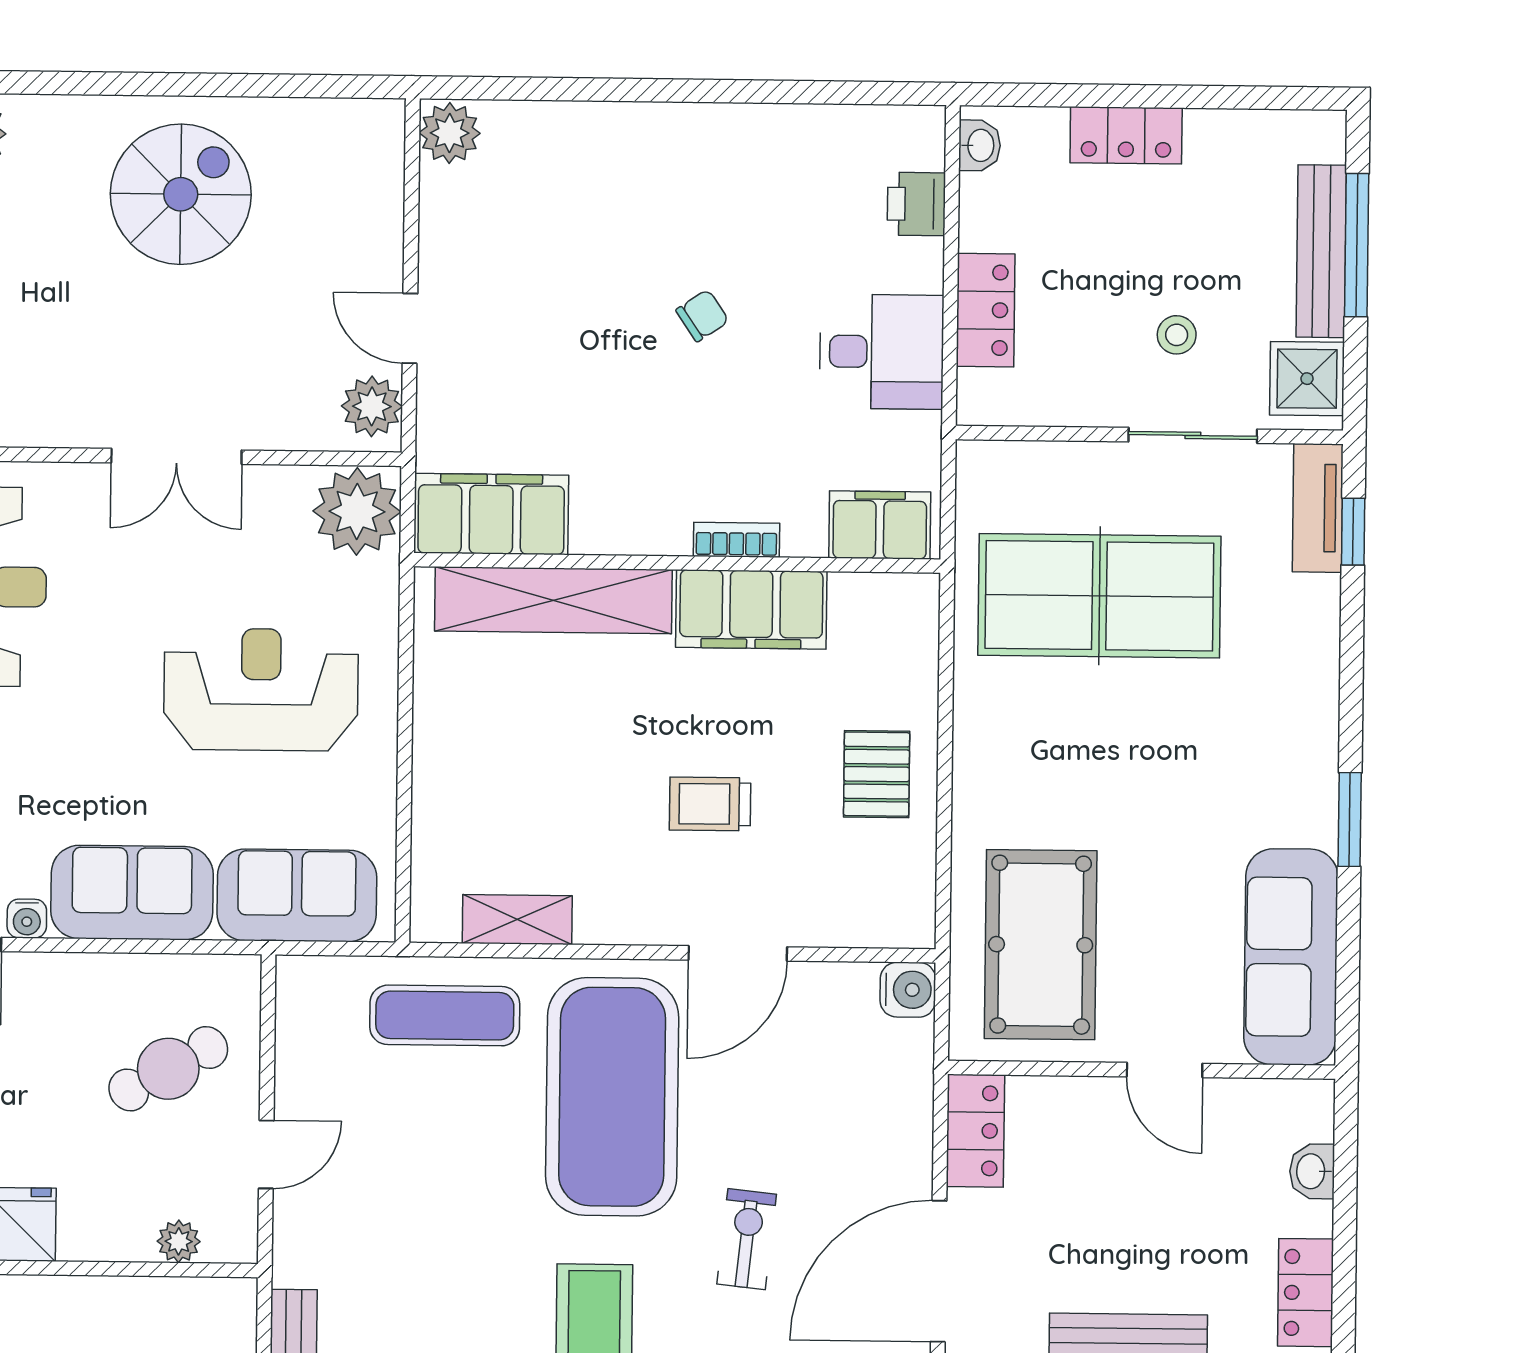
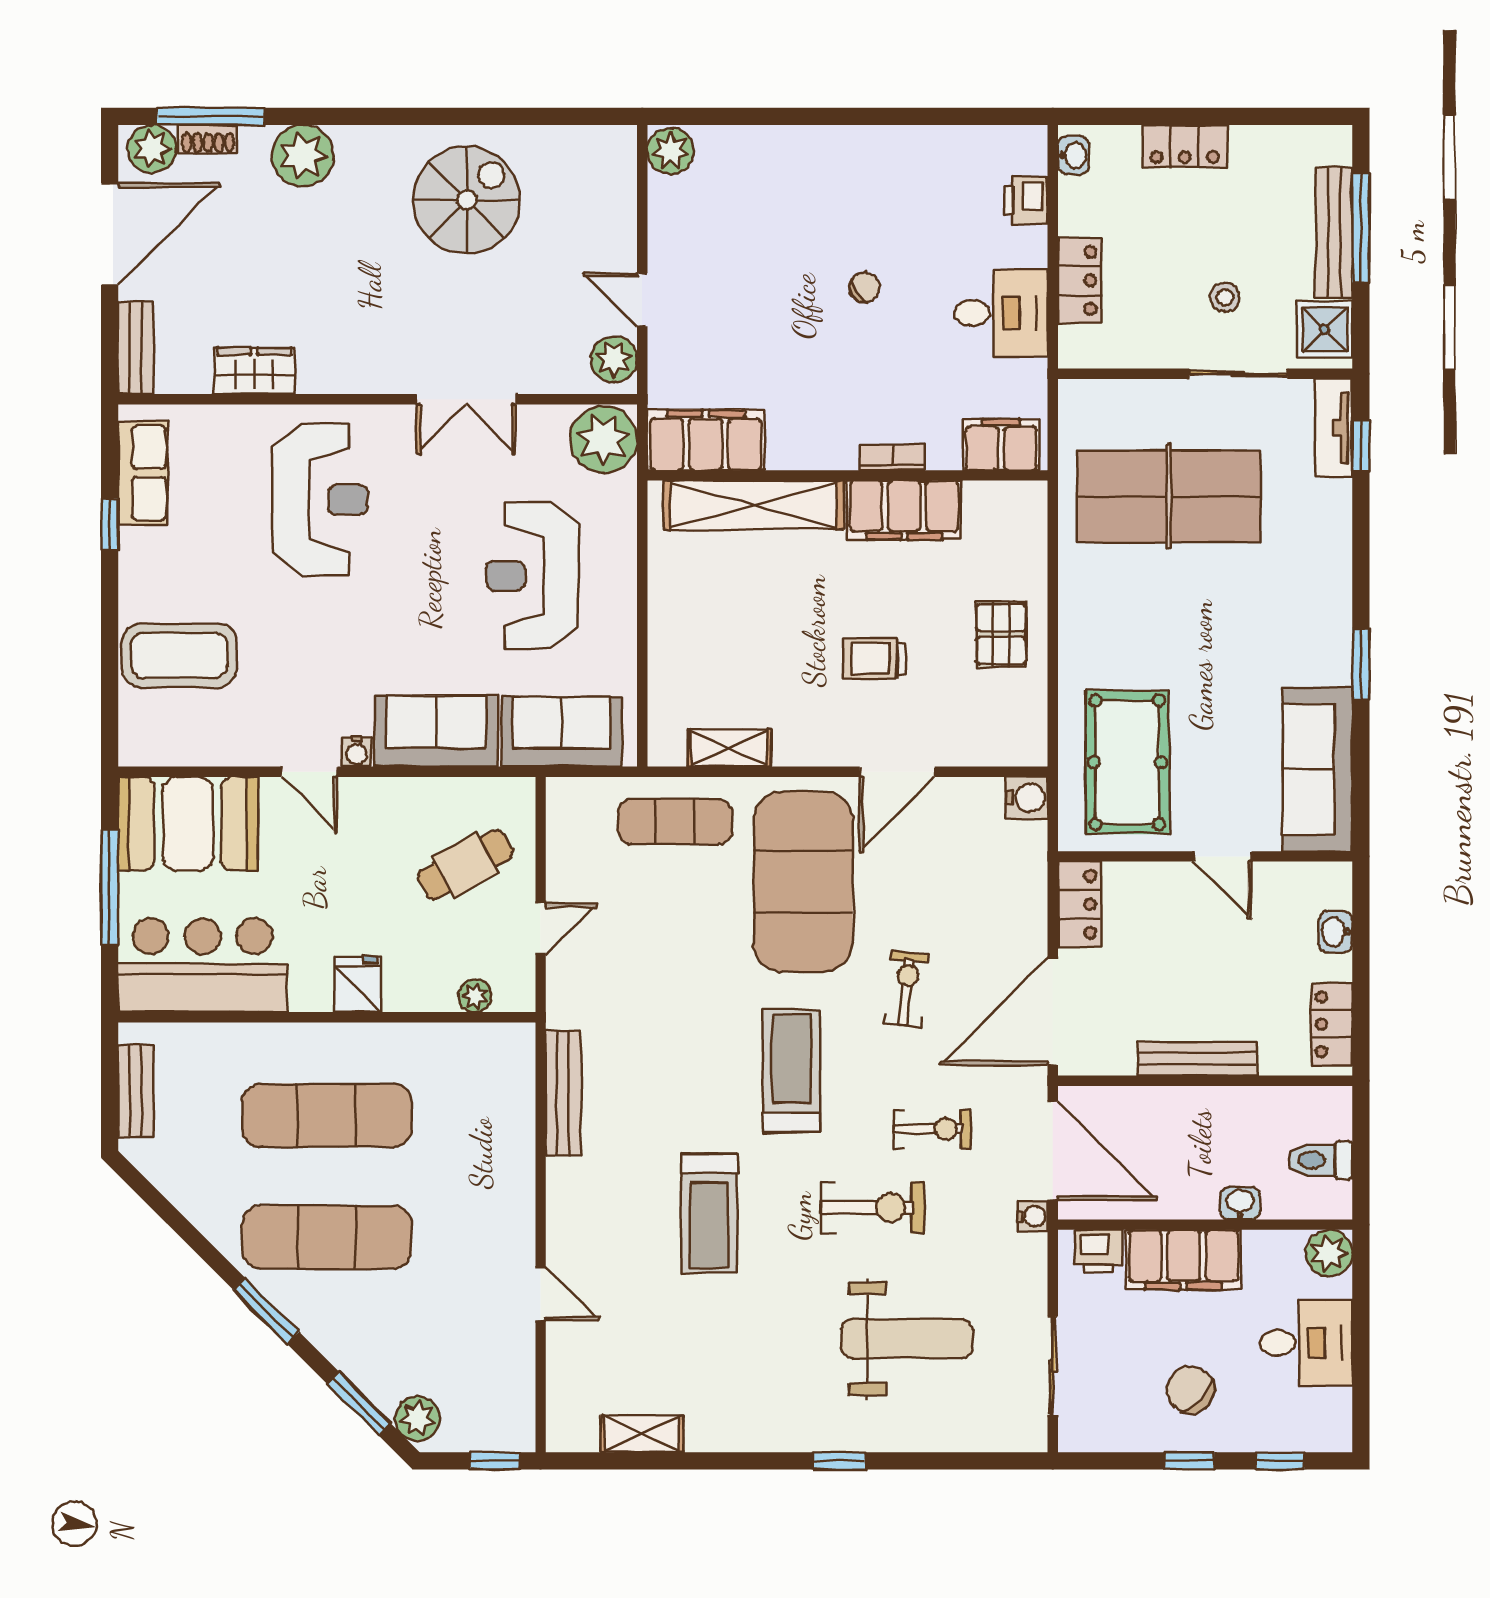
reception desk: (261, 690) -> (532, 576), turned -90

